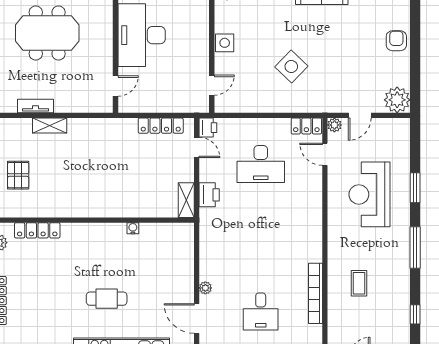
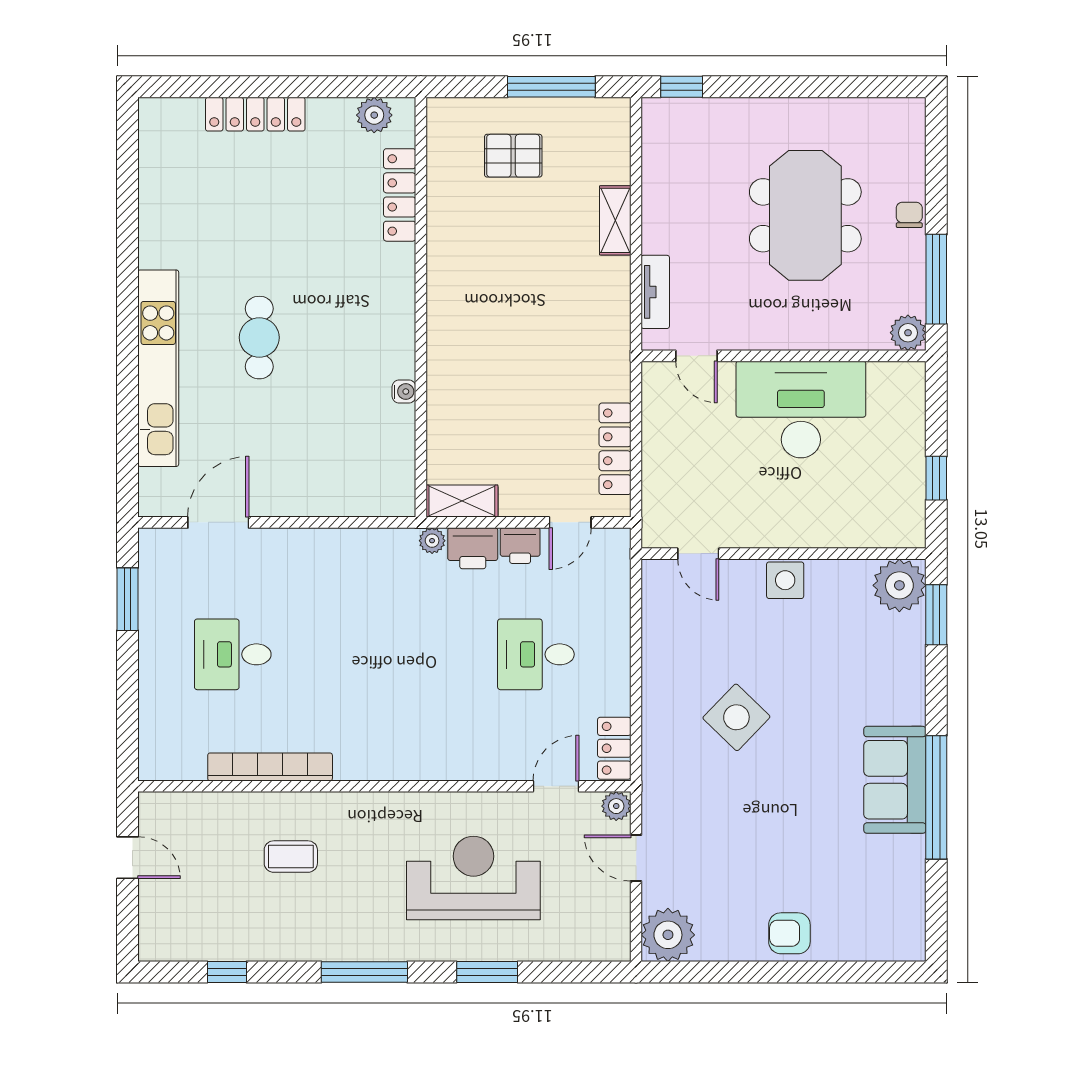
armchair: (396, 41) -> (789, 933), turned 180
tv unit: (35, 106) -> (655, 292), moved
printer: (208, 128) -> (520, 546), moved
desk: (261, 164) -> (536, 654), width x0.73
plant: (205, 288) -> (432, 541), moved

